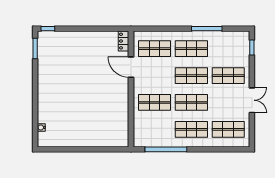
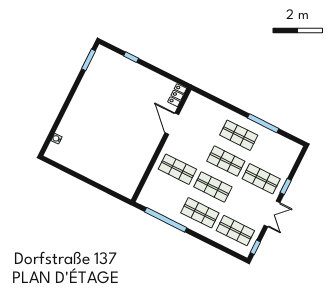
window: (48, 29) -> (131, 57), moved
window: (252, 48) -> (286, 187), moved
shop shelf: (155, 49) -> (203, 117), removed
window: (252, 135) -> (255, 247), added

